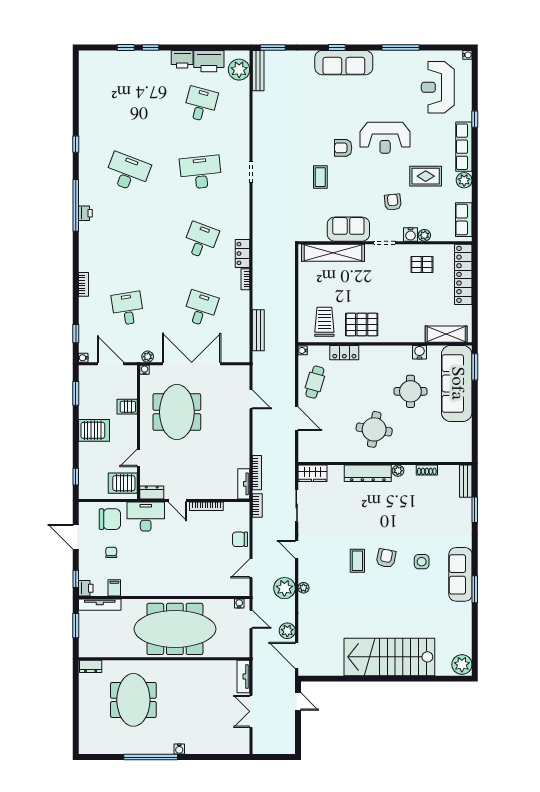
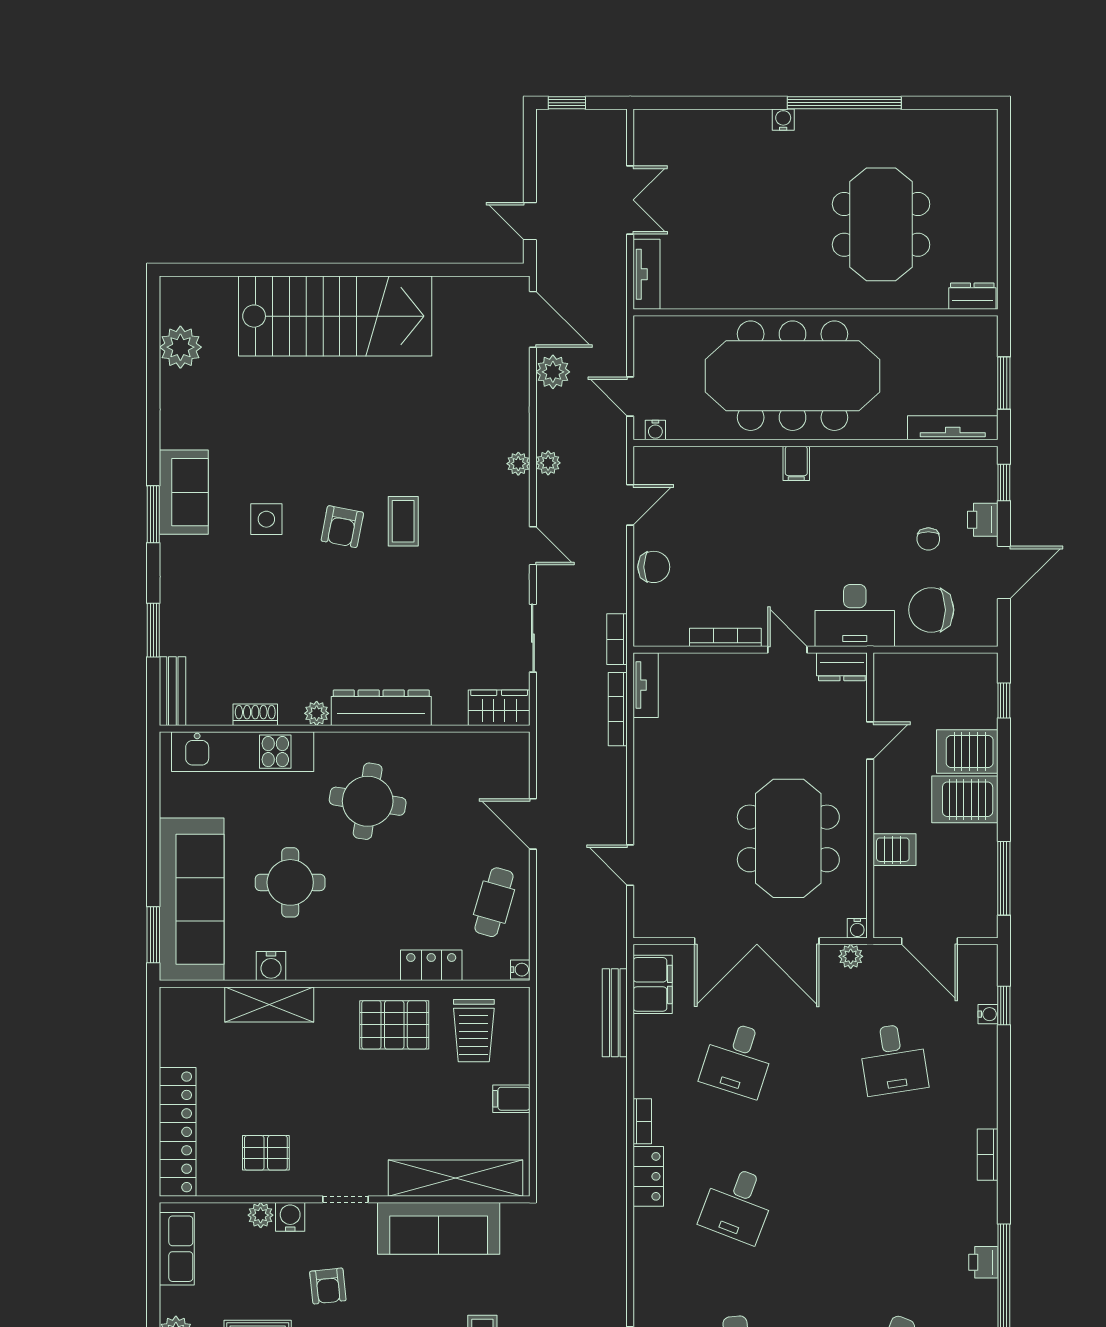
sofa: (348, 229) -> (439, 1228), width x1.36
bookcase: (83, 284) -> (988, 1155), moved
filing cabinet: (307, 290) -> (511, 1099), added
shelving: (446, 334) -> (269, 1005), moved
filing cabinet: (240, 344) -> (653, 984), added
water cooler: (83, 358) -> (988, 1014), moved
window: (76, 393) -> (1004, 878), width x1.44
kitchen unit: (433, 453) -> (243, 752), added
server rack: (123, 483) -> (967, 752), moved, turned 180
door: (76, 537) -> (1004, 572), hinge flipped
sofa: (460, 574) -> (184, 492), width x0.73
printer: (86, 588) -> (983, 520), moved
filing cabinet: (114, 588) -> (796, 463), moved
plant: (284, 588) -> (548, 463), width x0.53, depth x0.53
window: (475, 589) -> (153, 514), moved
plant: (462, 664) -> (180, 347), moved
window: (281, 757) -> (567, 103), added

